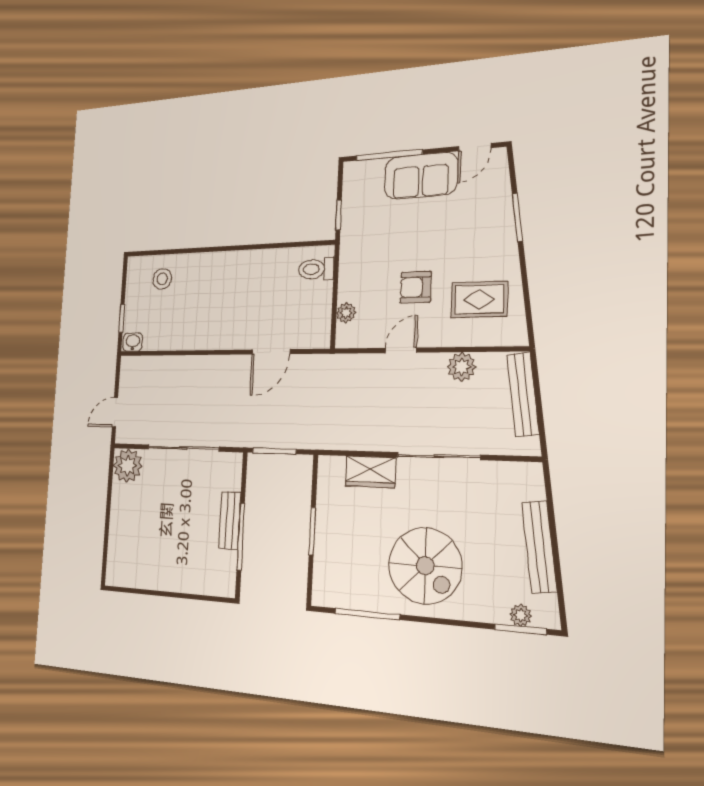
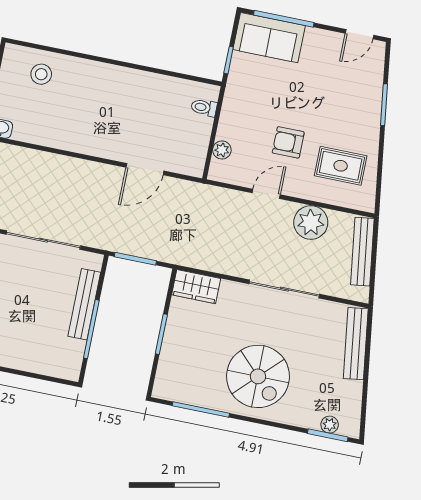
sofa: (421, 176) -> (269, 38), moved
toilet: (316, 269) -> (204, 108), width x0.73, depth x0.72
plant: (462, 367) -> (311, 222), width x1.36, depth x1.36
wardrobe: (370, 472) -> (196, 287), moved
bench: (230, 520) -> (84, 304), width x1.36
bench: (539, 547) -> (356, 344), moved

